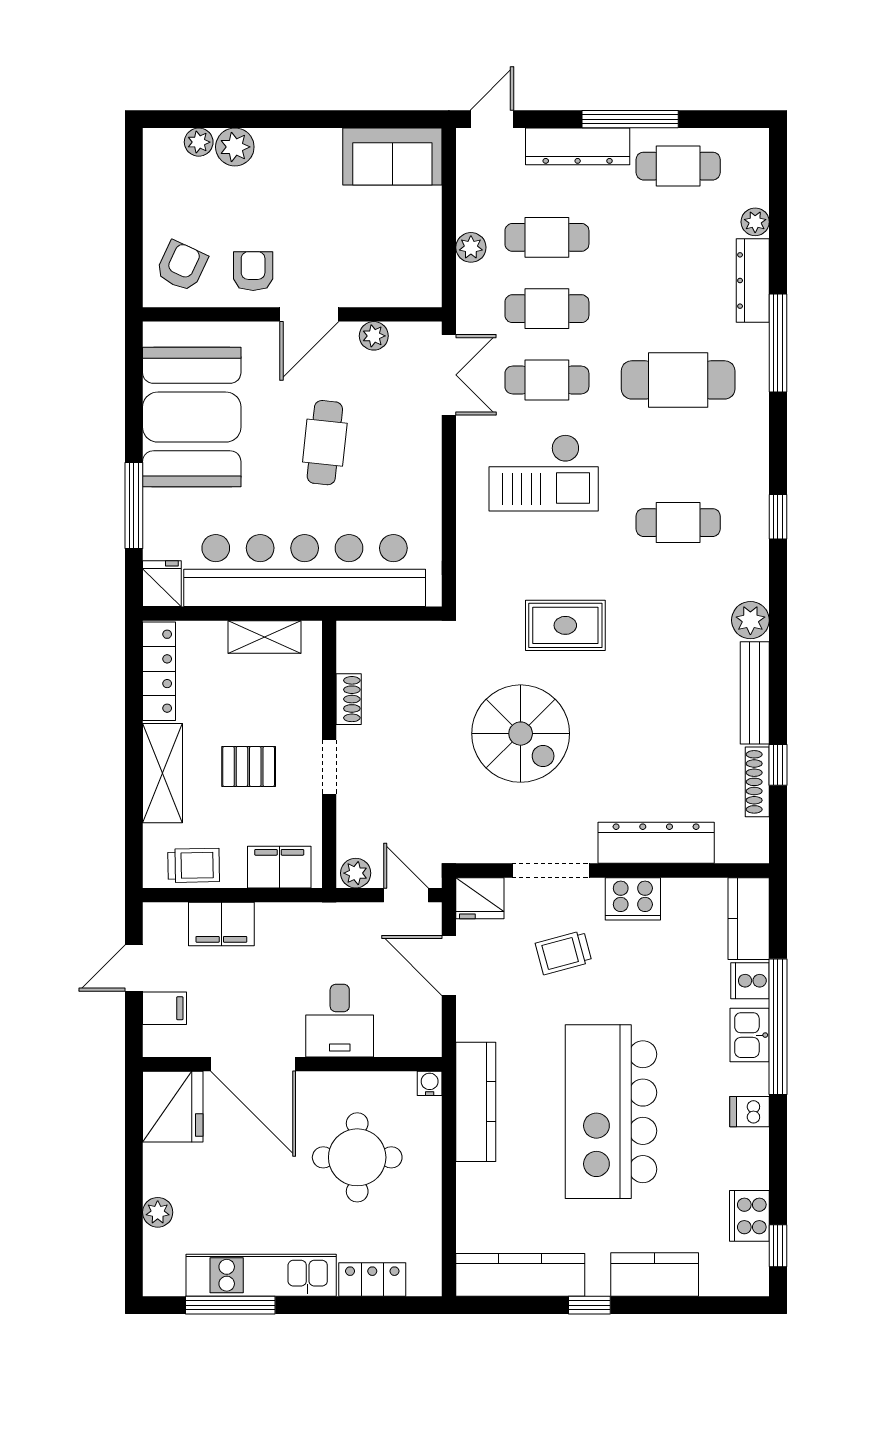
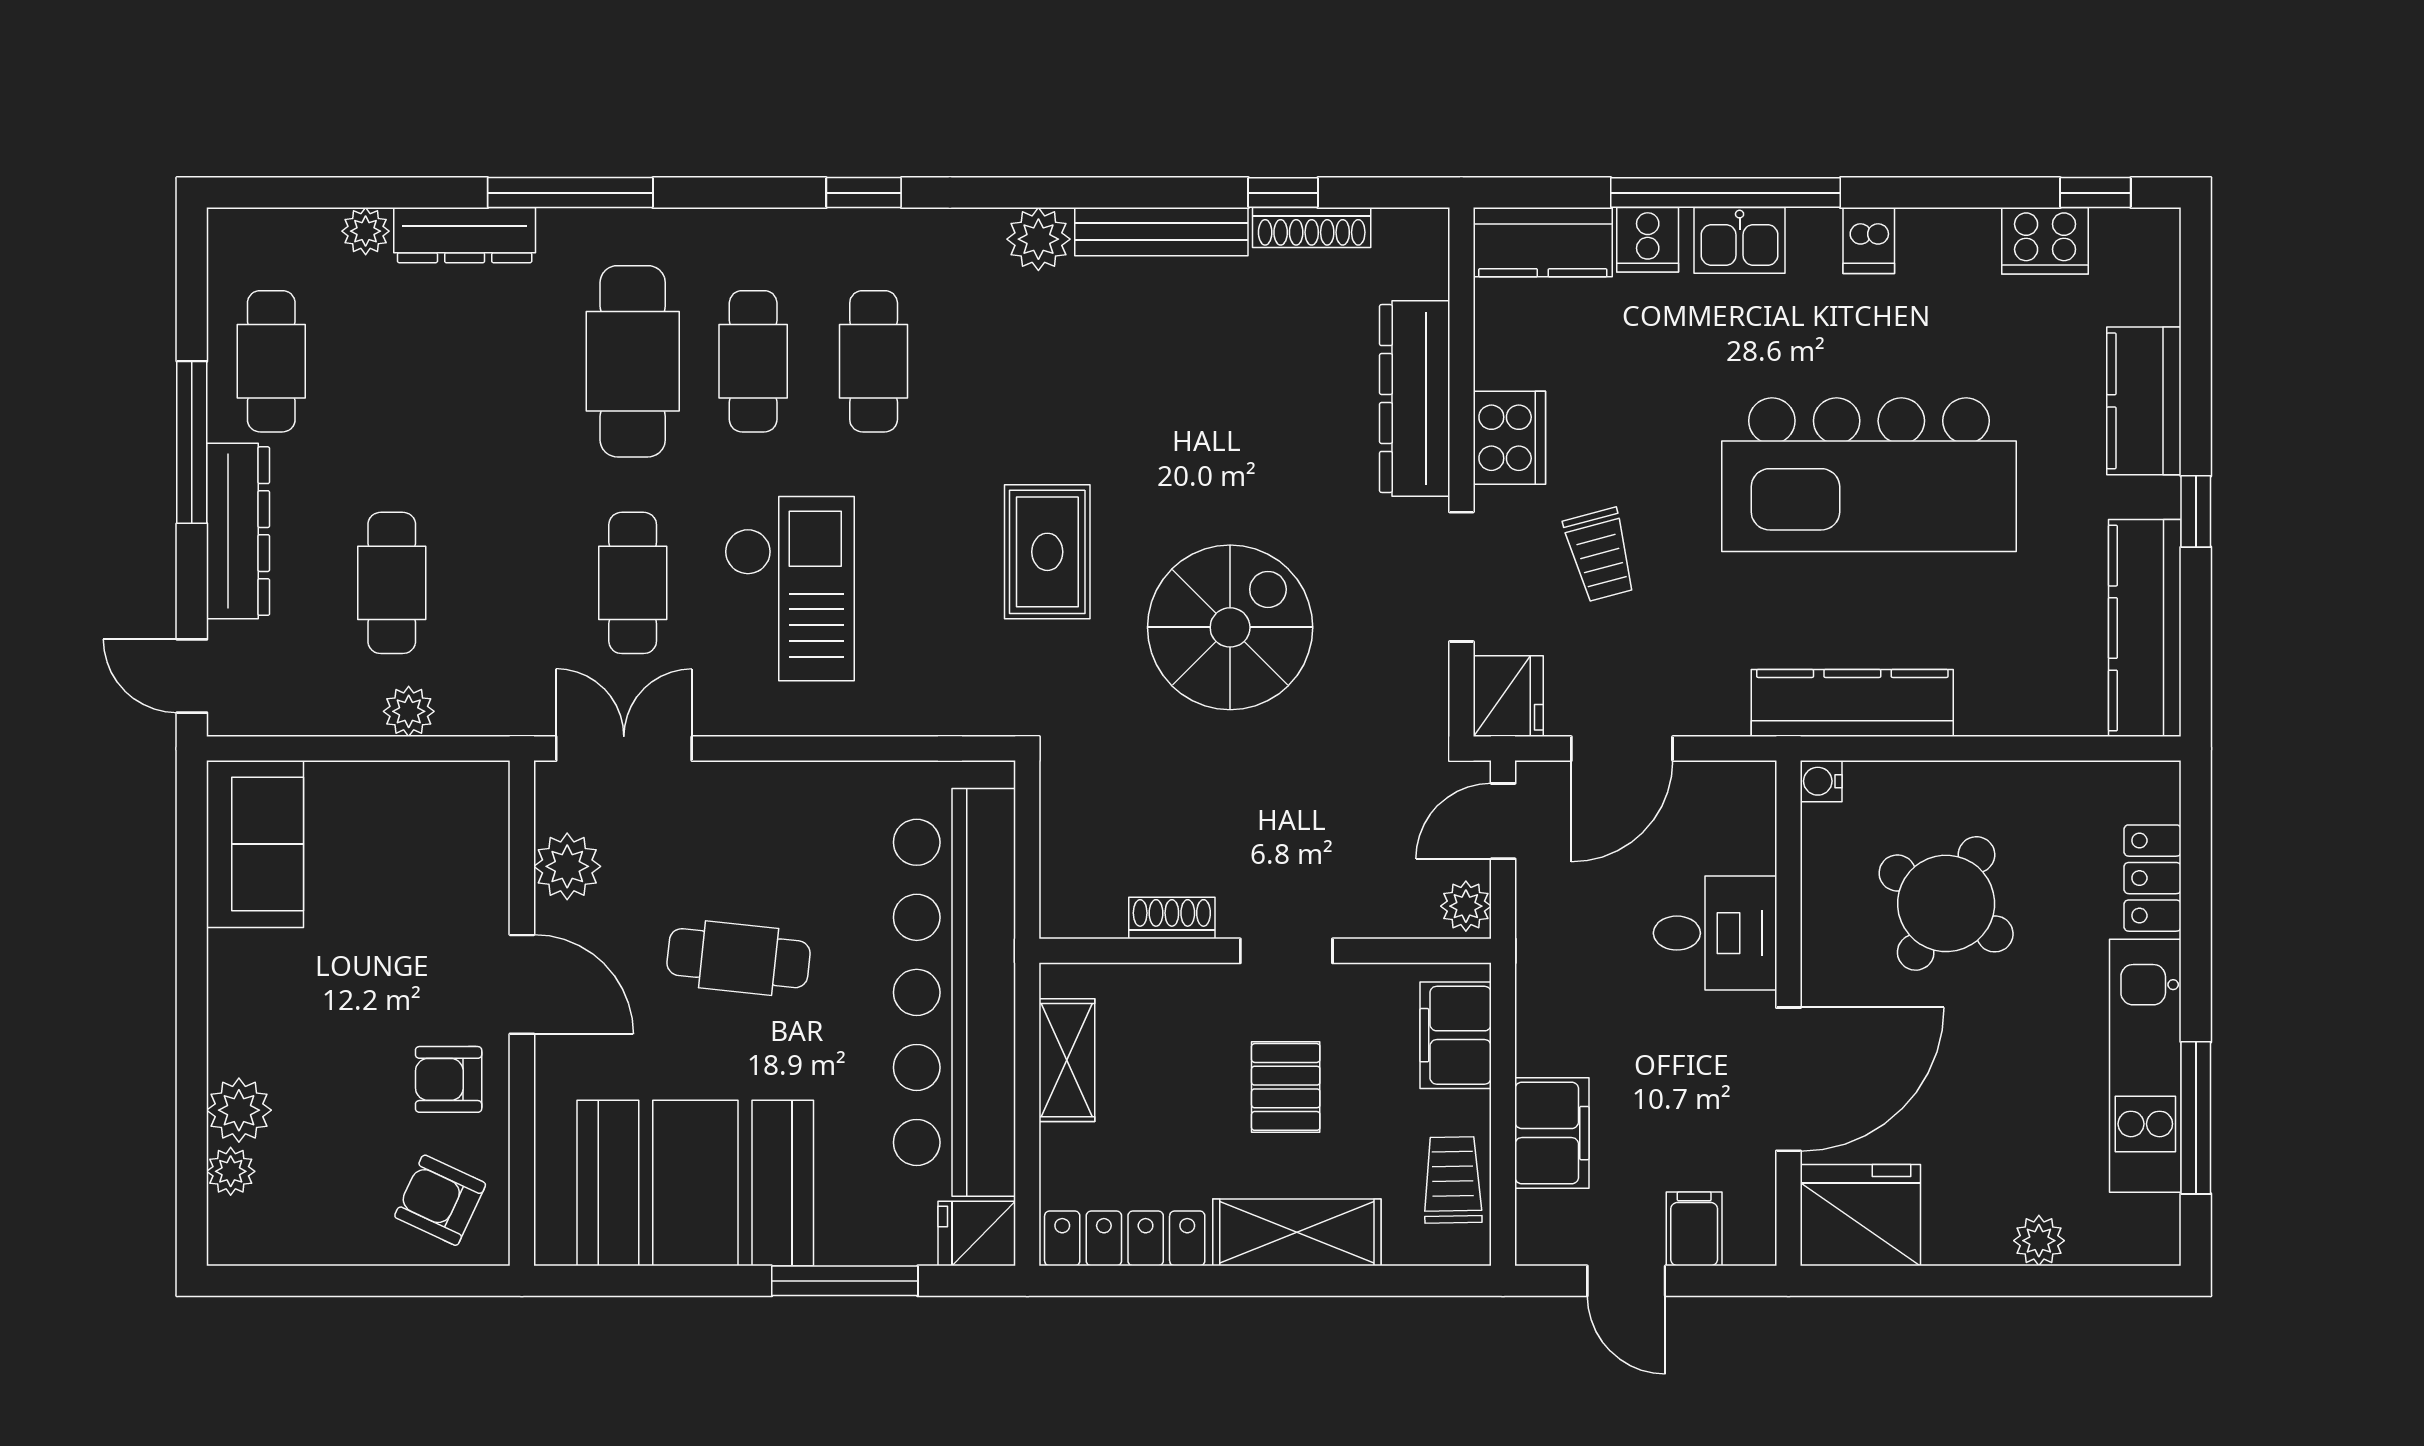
cafe table: (547, 309) -> (753, 361), moved
plant: (374, 336) -> (567, 866), width x1.38, depth x1.38
round table: (357, 1157) -> (1946, 903), turned 32

